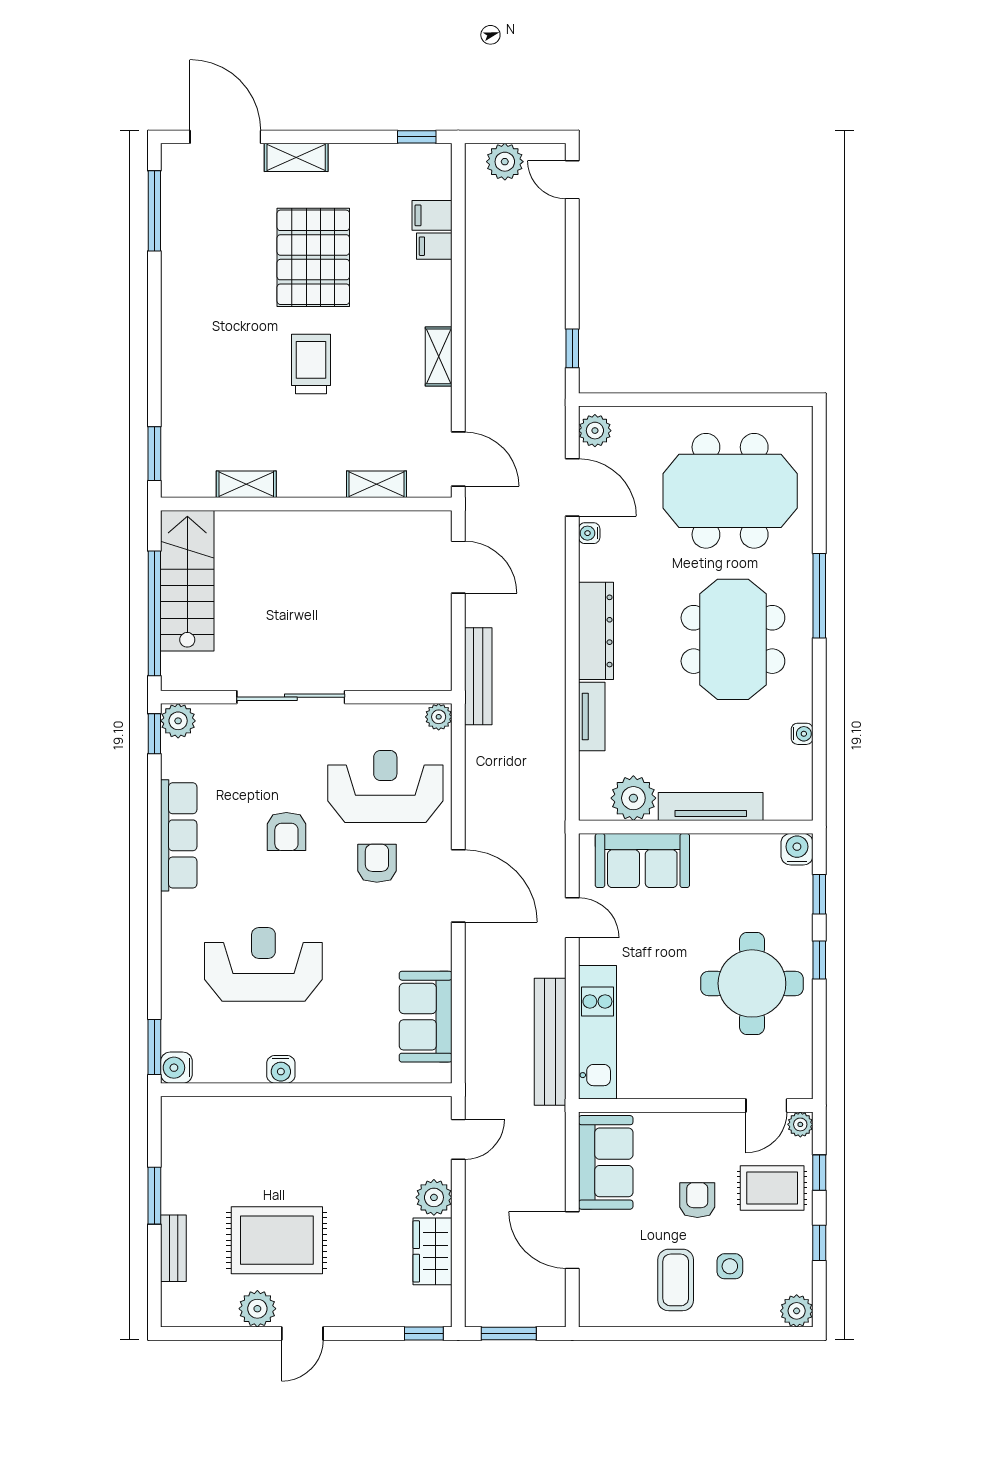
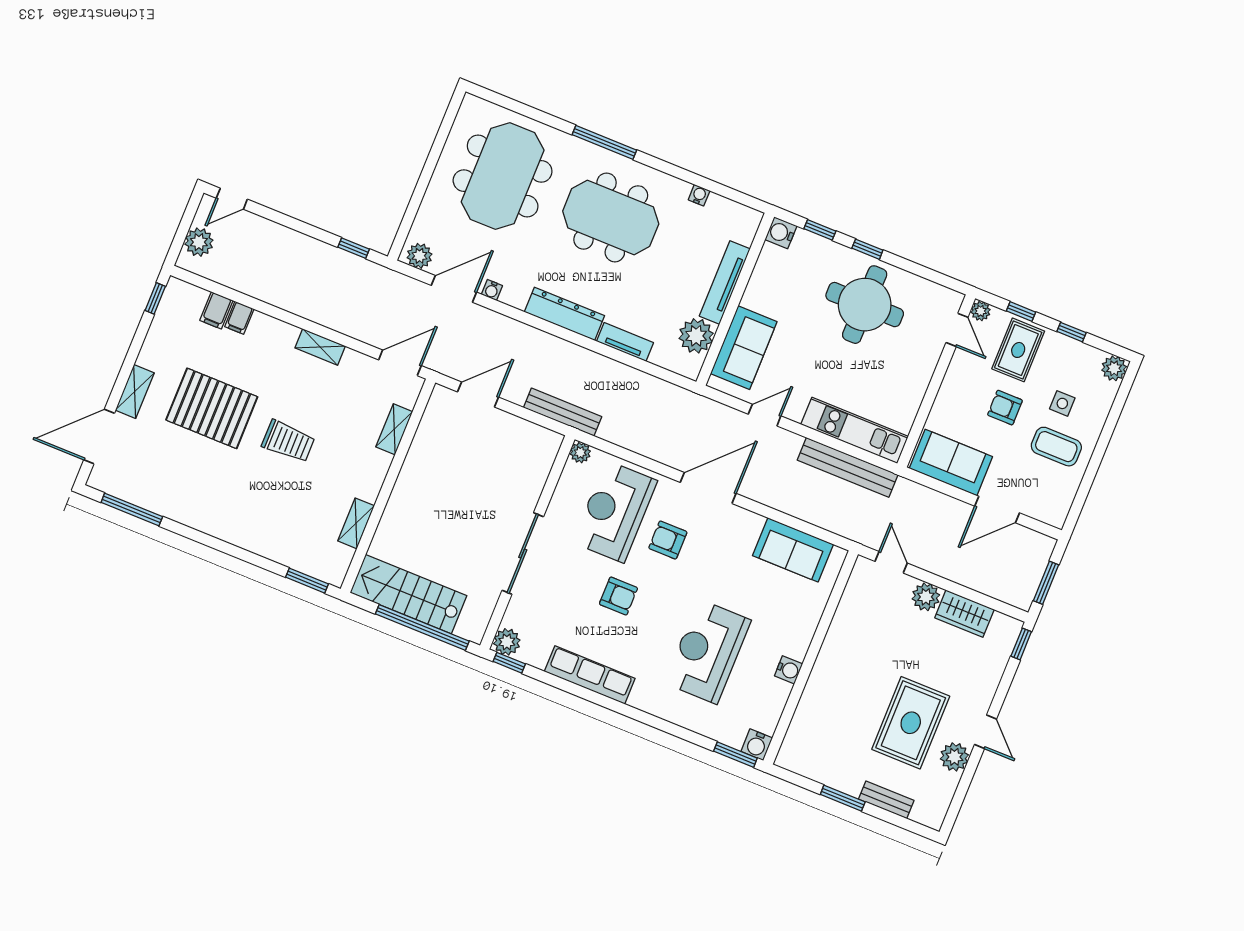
trolley: (311, 364) -> (288, 441), turned 180

